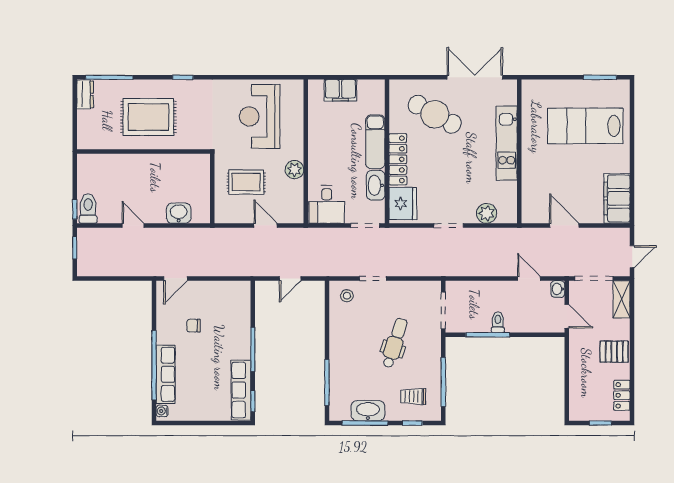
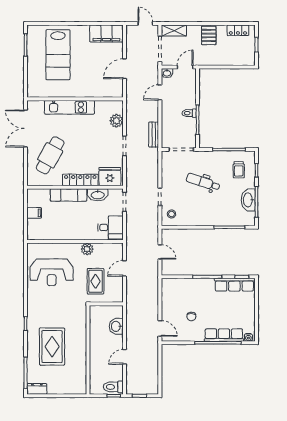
filing cabinet: (340, 90) -> (34, 213), width x0.50
wall: (143, 151) -> (88, 350), moved
bench: (466, 269) -> (154, 135), added

